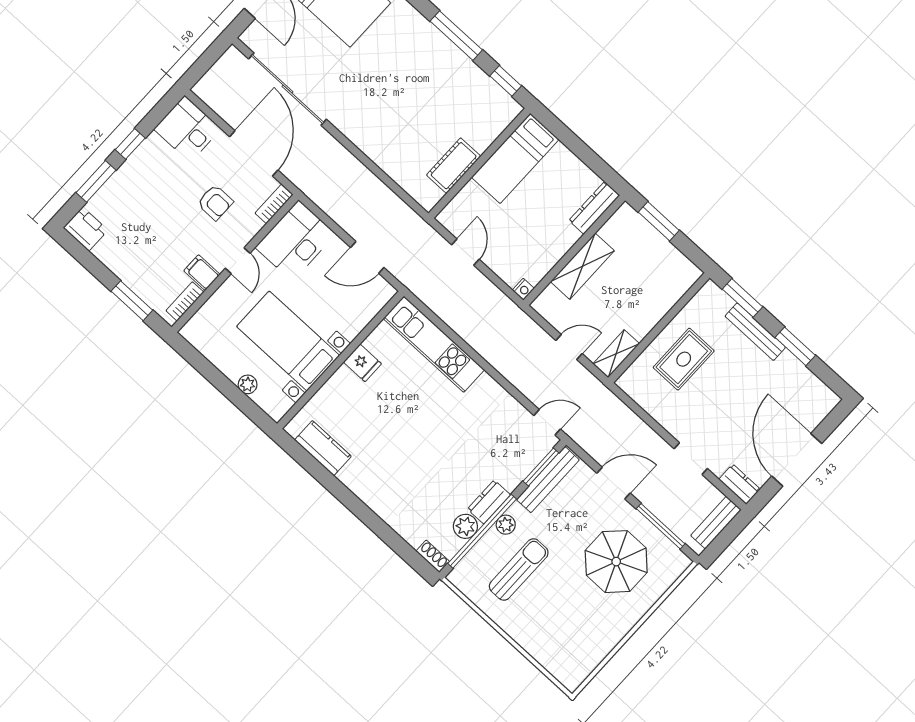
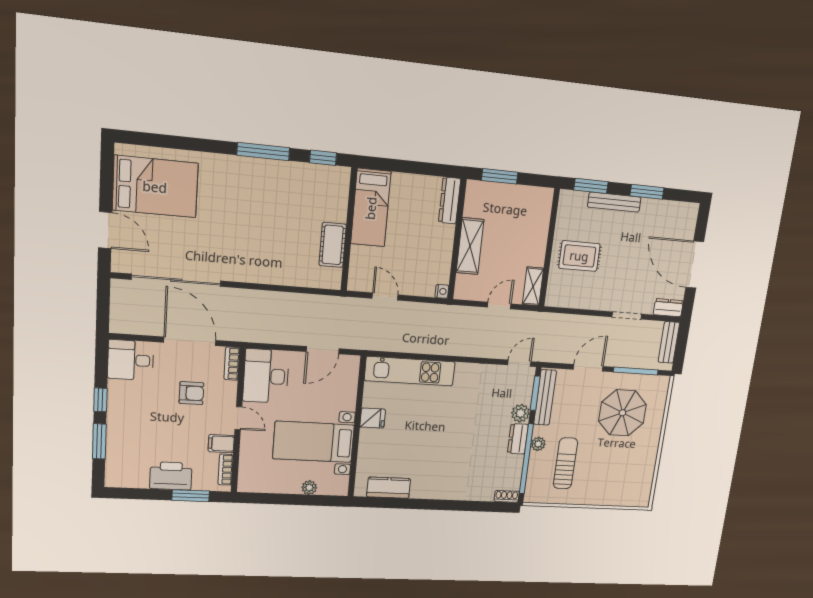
printer: (86, 229) -> (171, 476), moved, width x1.37, depth x1.19
rug: (684, 359) -> (579, 256), turned 90
plant: (465, 526) -> (521, 413), moved

